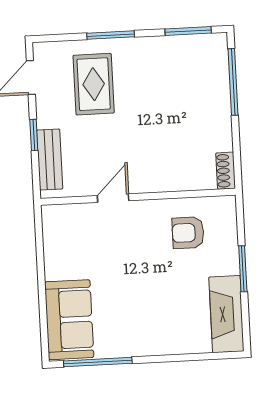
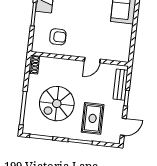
spiral stairs: (168, 102) -> (57, 104), added

